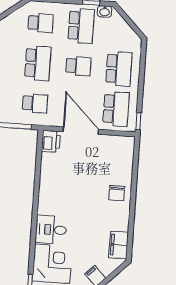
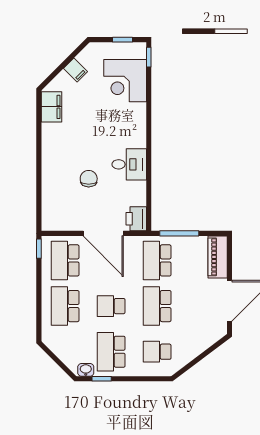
school desk: (35, 103) -> (157, 260), width x1.85
chair: (117, 193) -> (89, 179), moved
desk: (51, 230) -> (129, 164), moved

